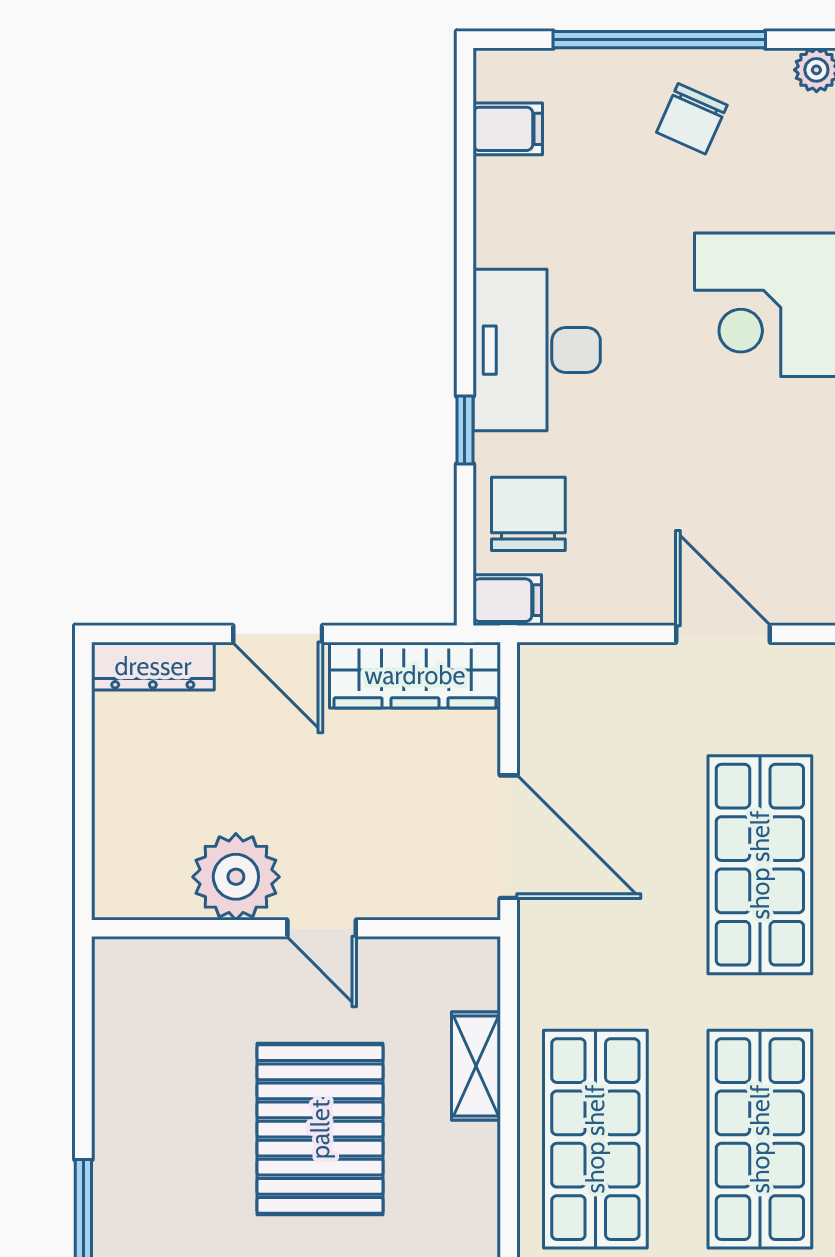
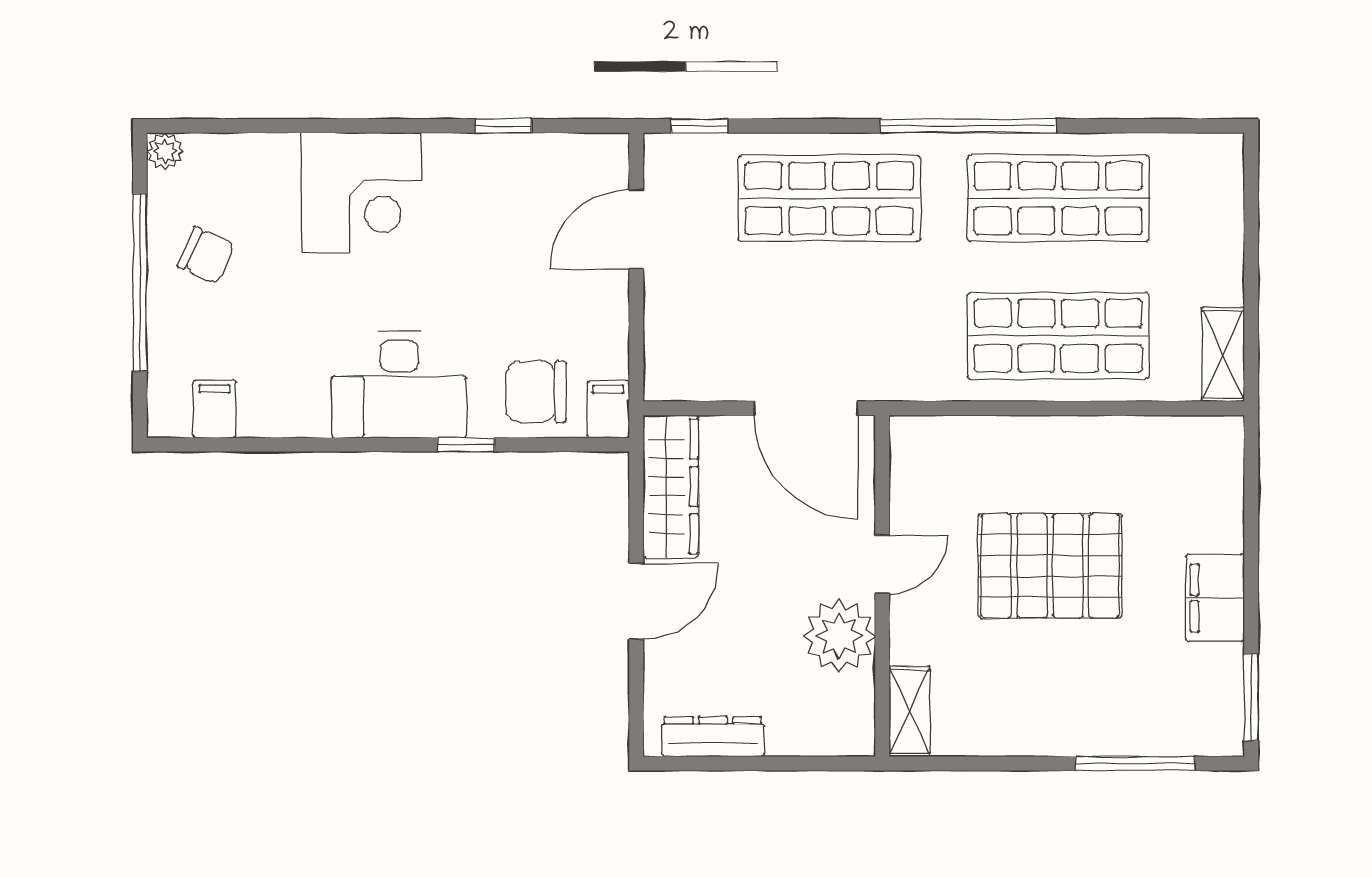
dresser: (153, 666) -> (713, 737), moved, turned -90
door: (509, 837) -> (806, 408), swing flipped
shelving: (476, 1066) -> (909, 711), moved, turned 90

